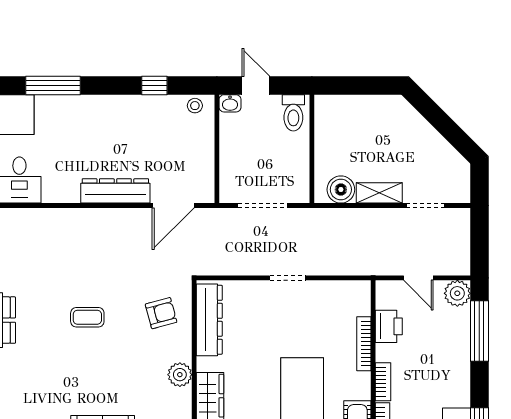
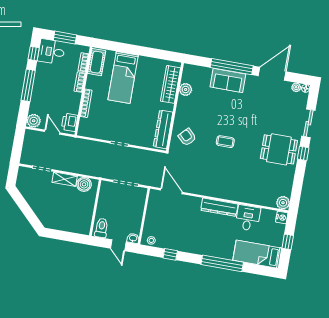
window: (53, 86) -> (222, 263), width x1.46
dresser: (115, 191) -> (219, 207), moved
door: (173, 205) -> (171, 191), hinge flipped
armchair: (161, 313) -> (187, 137), turned 59
printer: (389, 326) -> (70, 122), moved
window: (479, 331) -> (28, 85), moved
plant: (180, 375) -> (186, 89), moved

